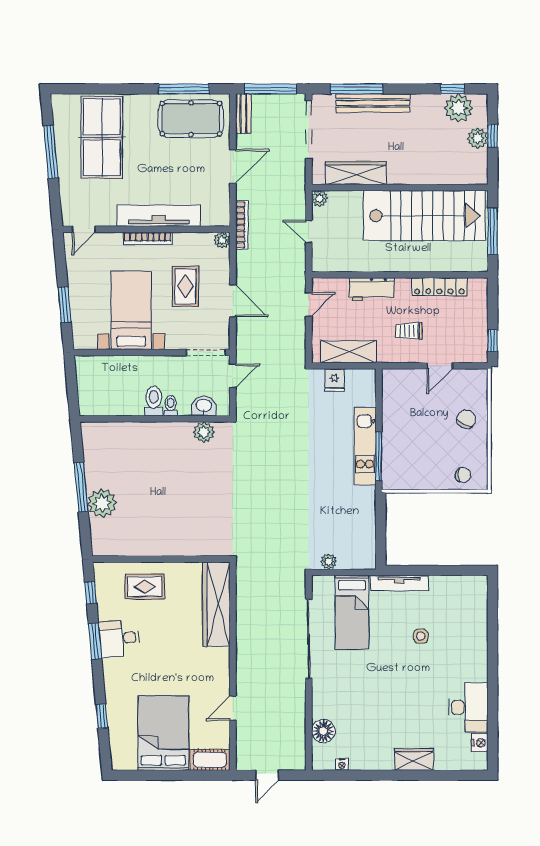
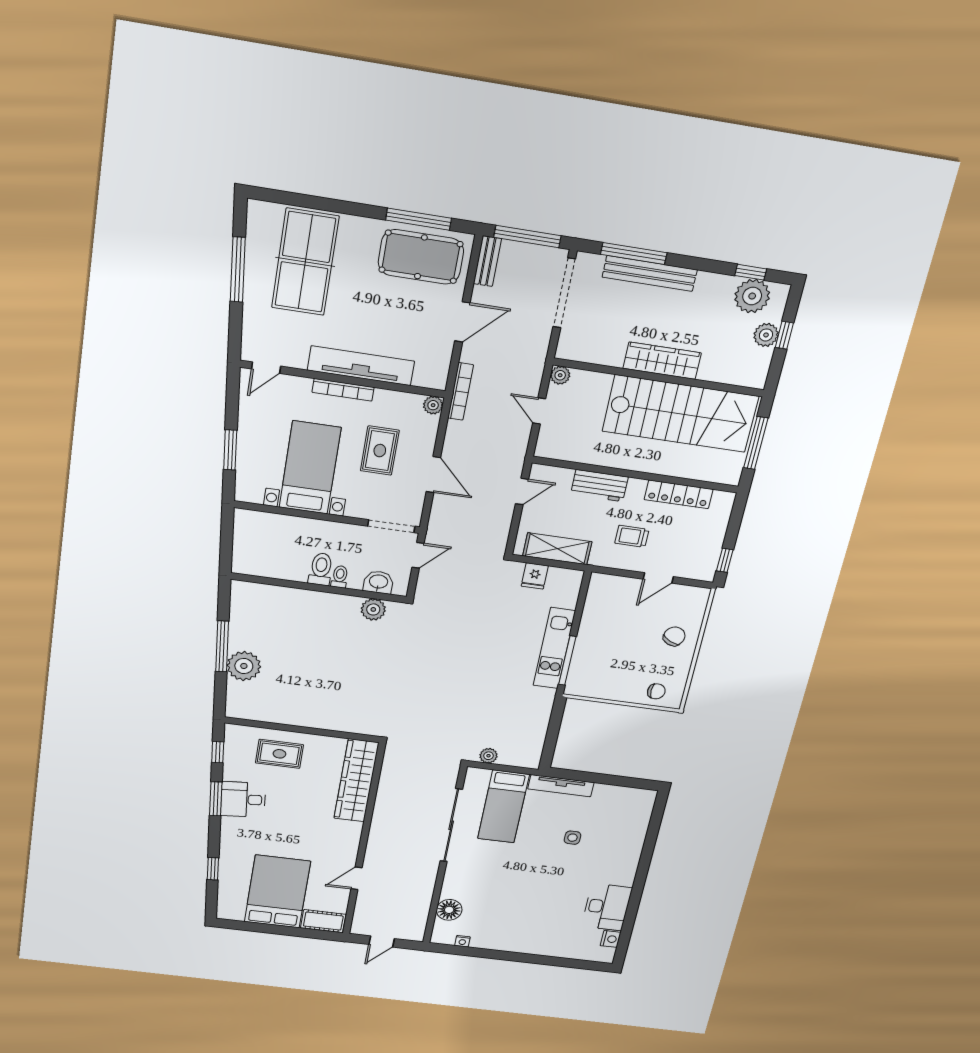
wardrobe: (356, 173) -> (662, 361), moved
wardrobe: (414, 759) -> (539, 945), removed

